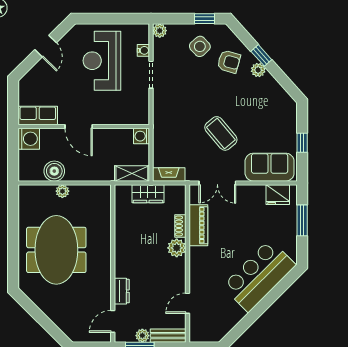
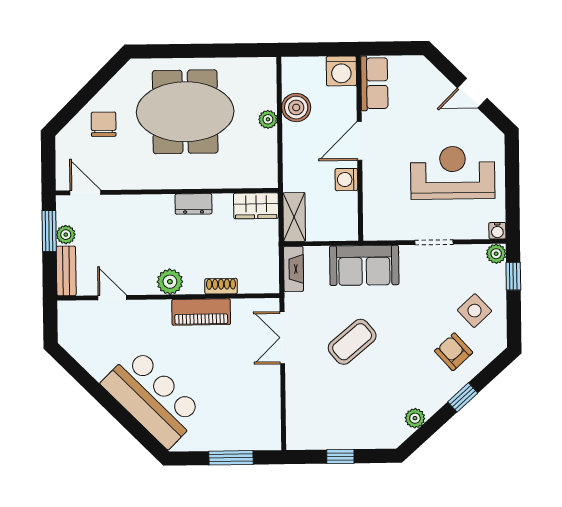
window: (205, 19) -> (513, 276), moved
water cooler: (143, 50) -> (497, 231), moved
armchair: (229, 62) -> (454, 352), turned 122
plant: (258, 70) -> (415, 418), moved
washing machine: (141, 136) -> (346, 180), moved, turned -90
sofa: (270, 167) -> (364, 265), moved, turned 90
wardrobe: (148, 194) -> (256, 206), moved, turned -90
fridge: (278, 195) -> (267, 423), removed
piano: (198, 225) -> (201, 312), moved
plant: (177, 248) -> (170, 282), moved
dresser: (122, 291) -> (193, 204), moved
chair: (64, 308) -> (104, 124), added

